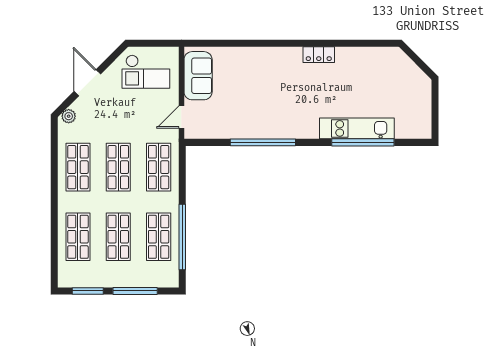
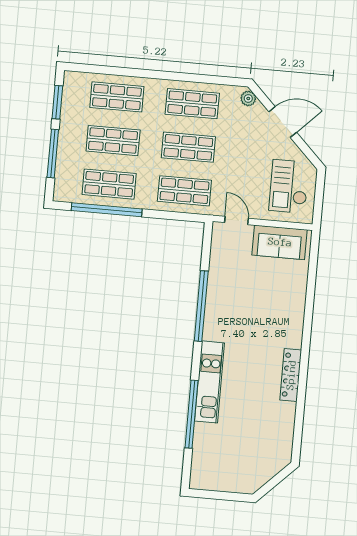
locker: (319, 55) -> (291, 375), width x1.53
kitchen unit: (357, 128) -> (210, 382), moved

